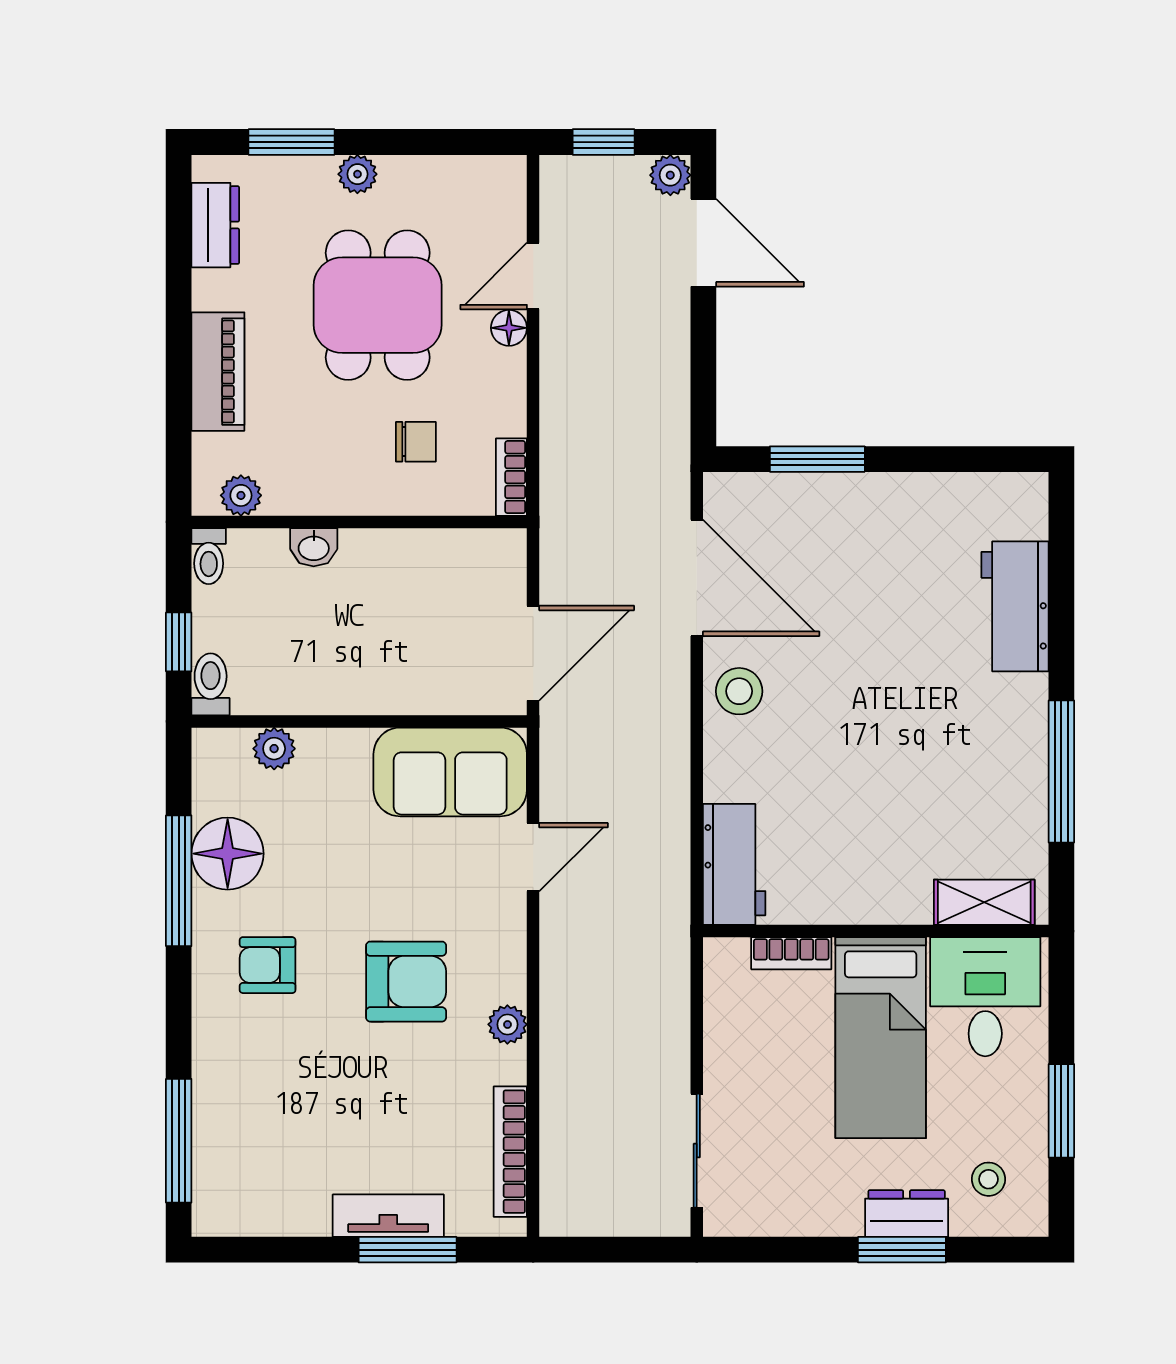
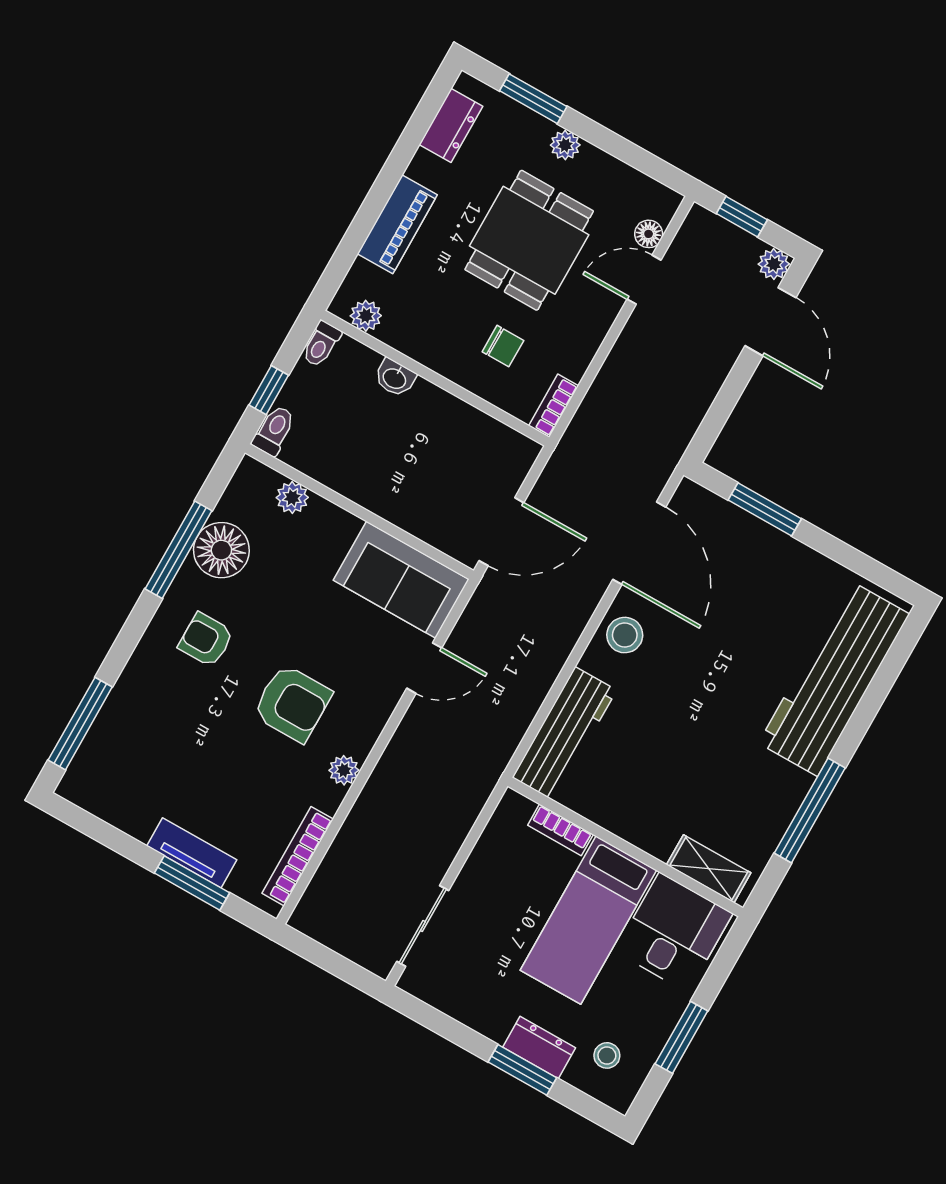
floor lamp: (509, 328) -> (649, 234), moved
workbench: (1015, 606) -> (834, 679), width x1.88, depth x1.32
workbench: (734, 864) -> (564, 734), width x1.38

